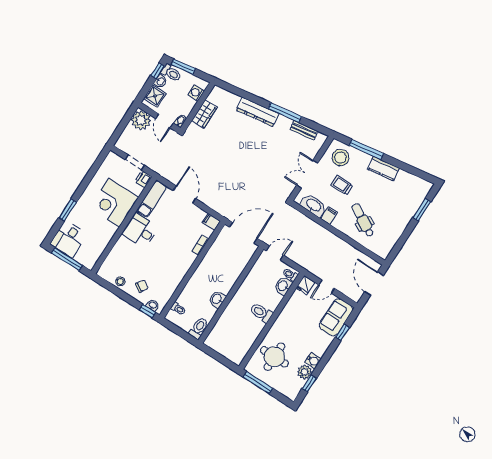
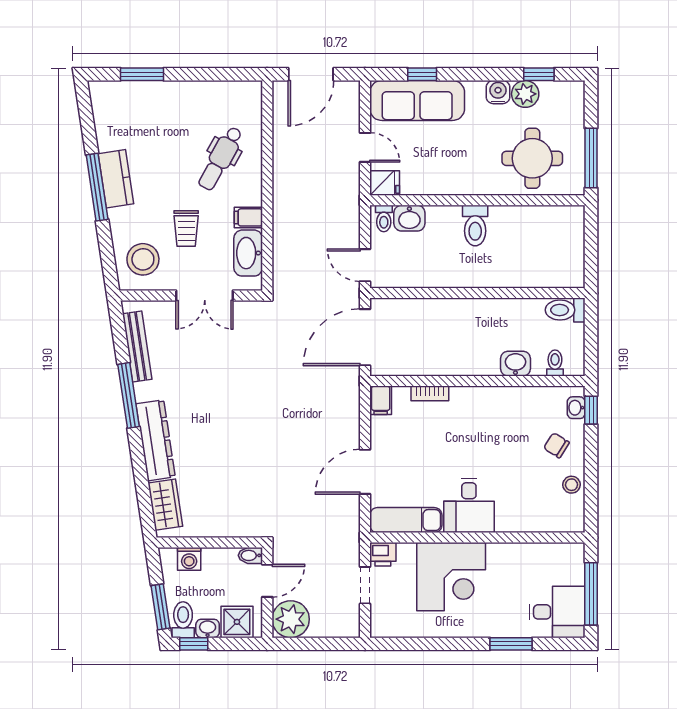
wardrobe: (204, 114) -> (165, 505), moved, turned 81
bench: (304, 130) -> (137, 347), width x1.36
window: (366, 149) -> (97, 187), moved
door: (243, 233) -> (365, 337), hinge flipped
washbasin: (217, 299) -> (515, 364), moved, turned 180
sofa: (336, 317) -> (417, 100), width x1.36

